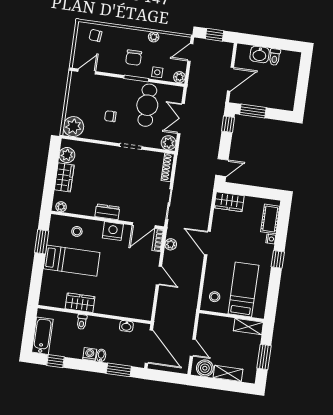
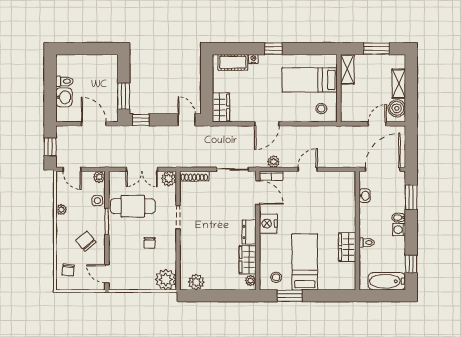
chair: (134, 58) -> (86, 241), moved, turned -130
wardrobe: (64, 177) -> (248, 260), moved, turned -90
stool: (77, 231) -> (276, 277), moved

